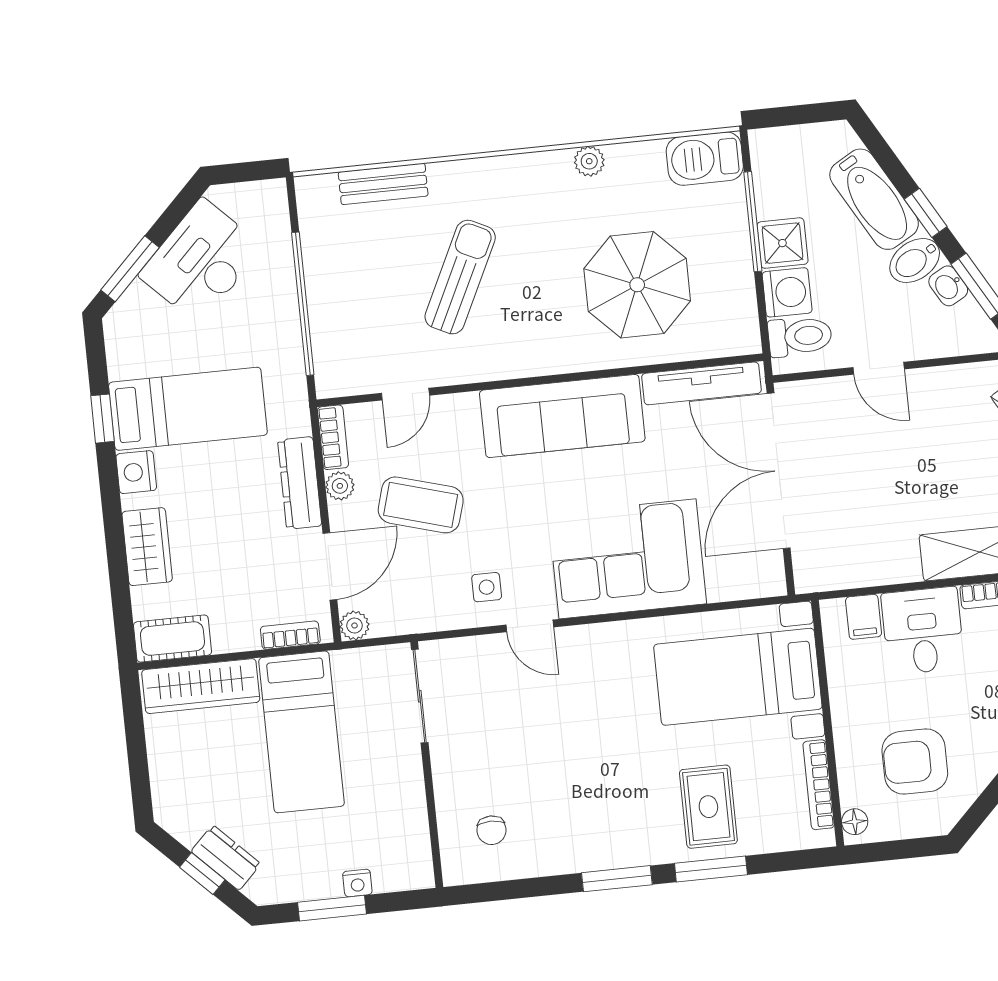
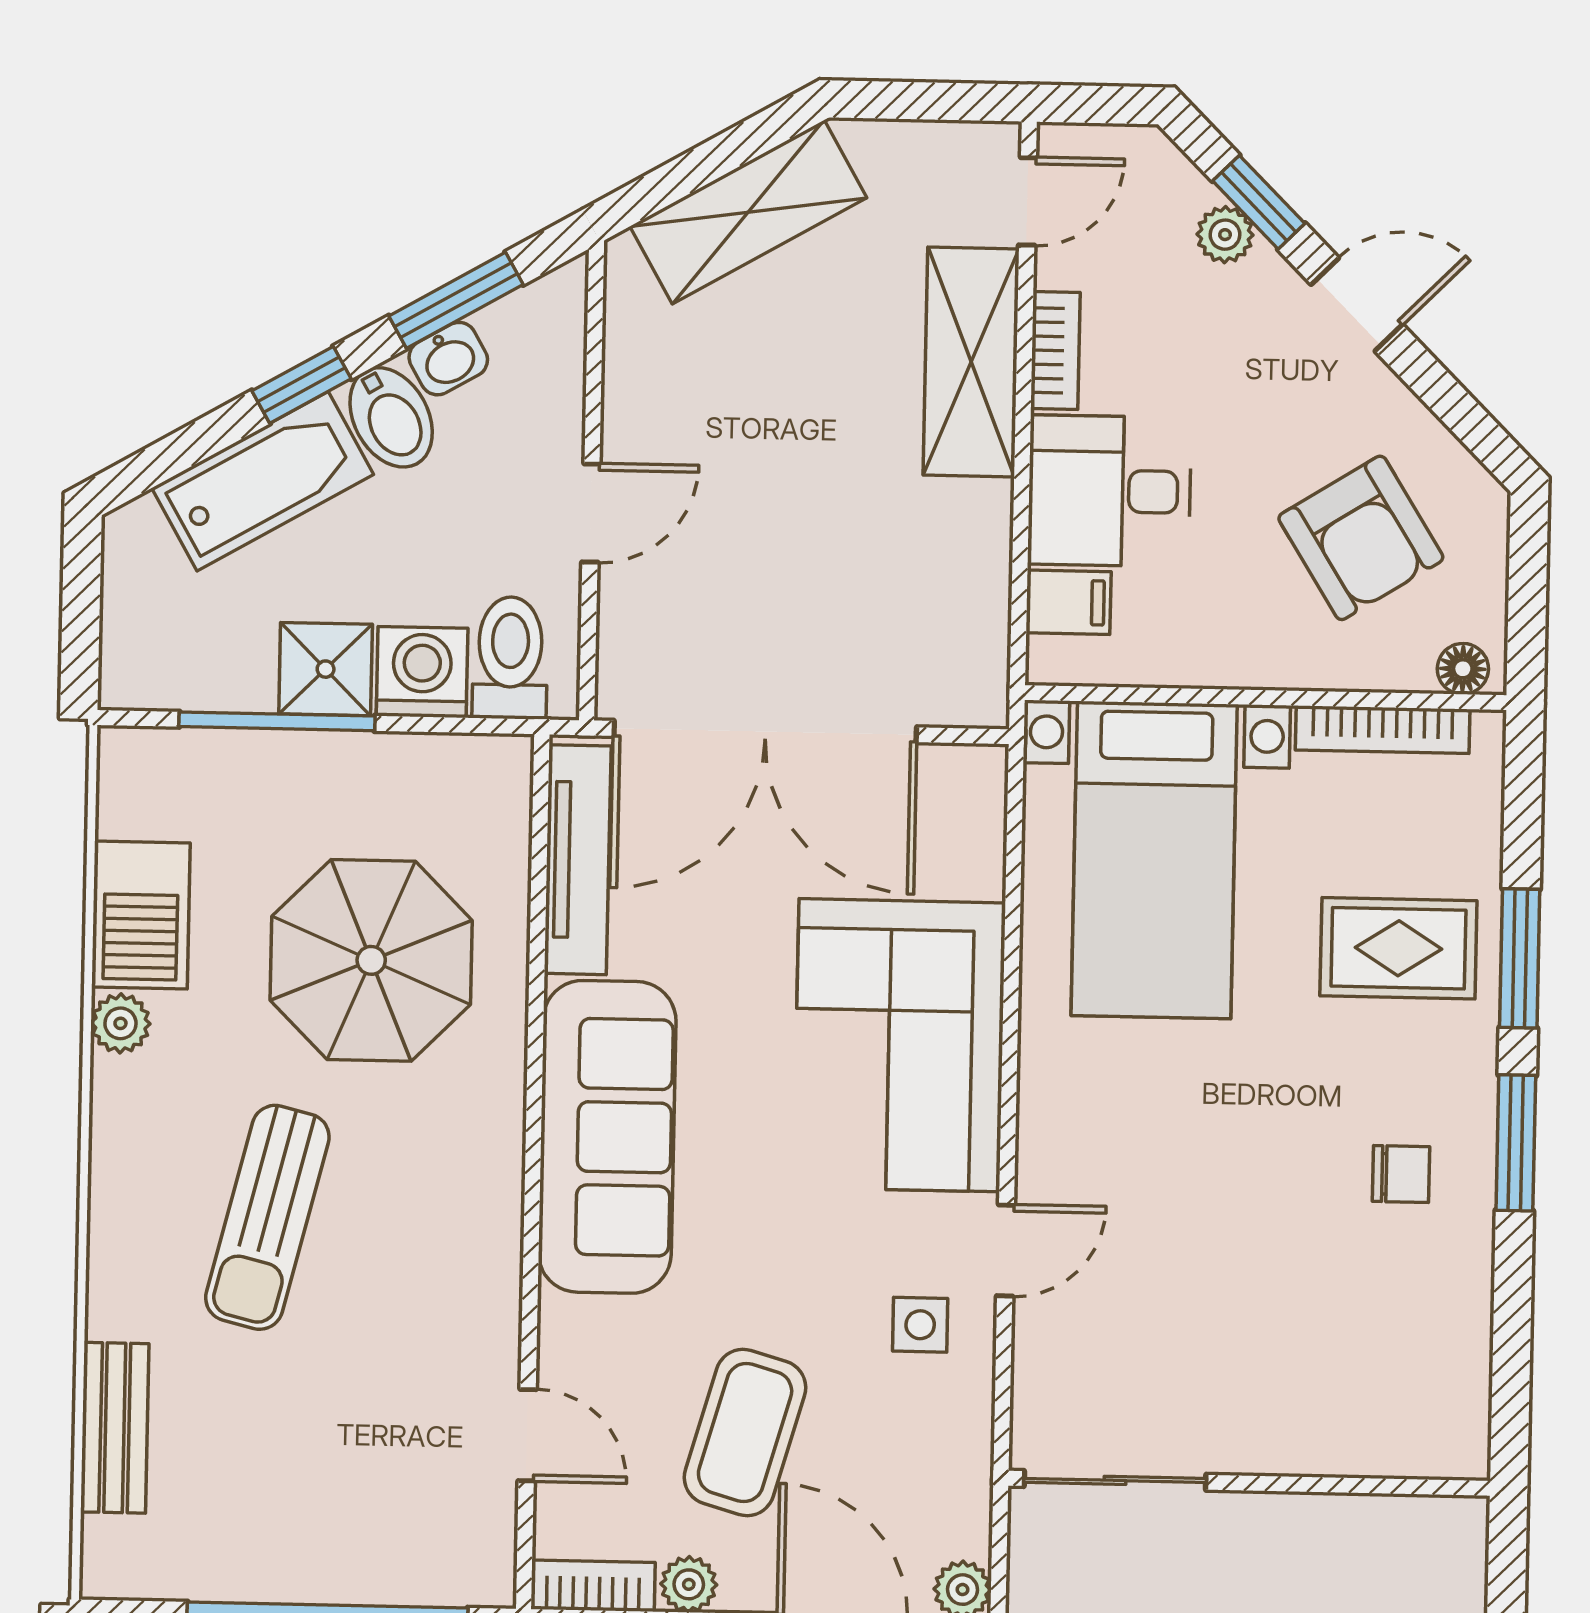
barbecue: (705, 159) -> (141, 915), moved
sun lounger: (460, 277) -> (267, 1217), moved, turned -102
armchair: (915, 762) -> (1361, 538), turned -32
chair: (491, 830) -> (1401, 1174), moved

